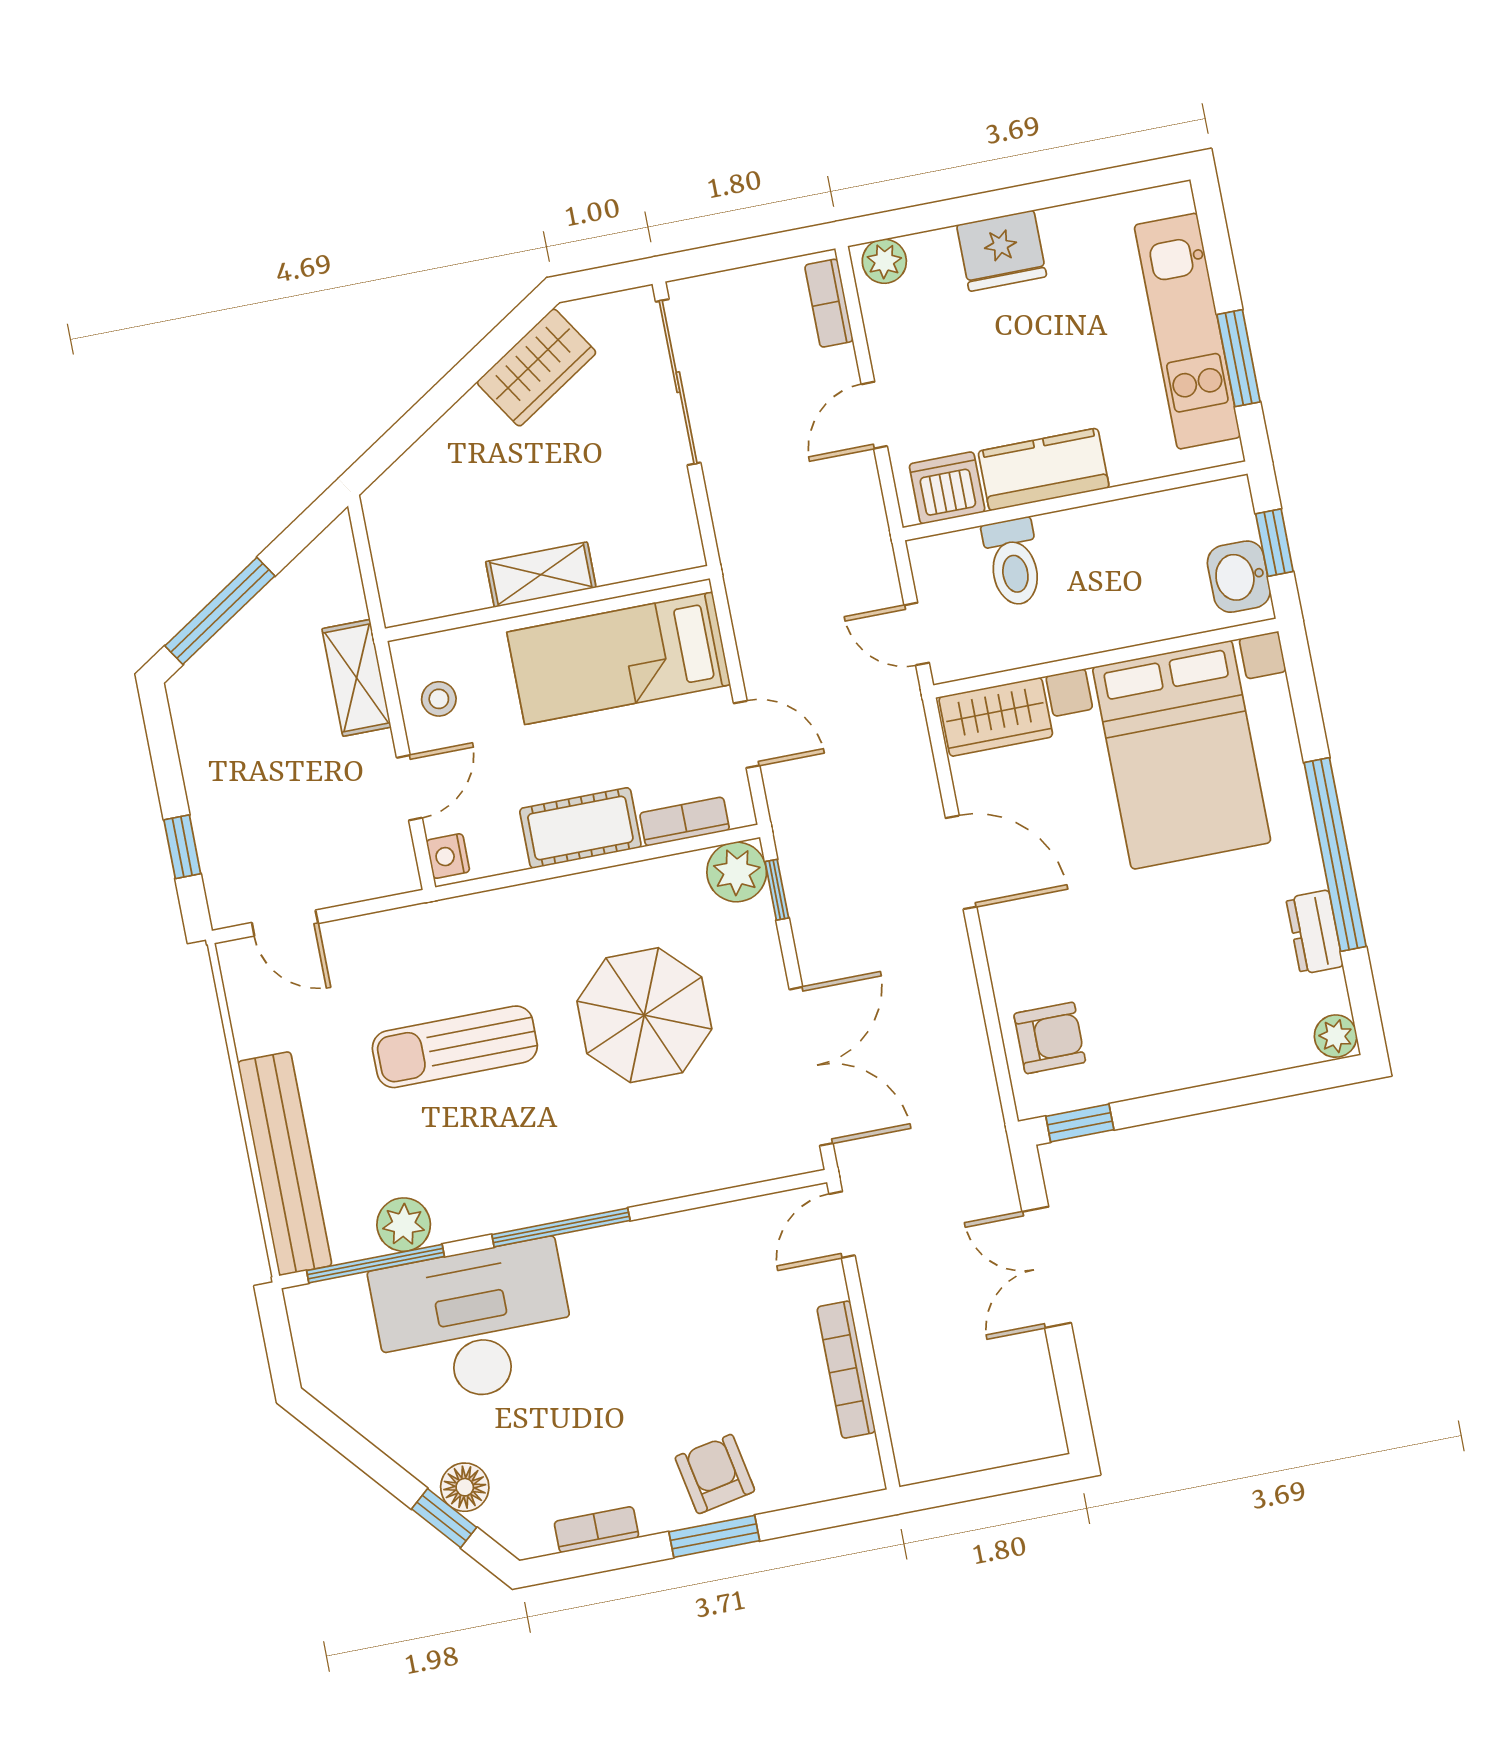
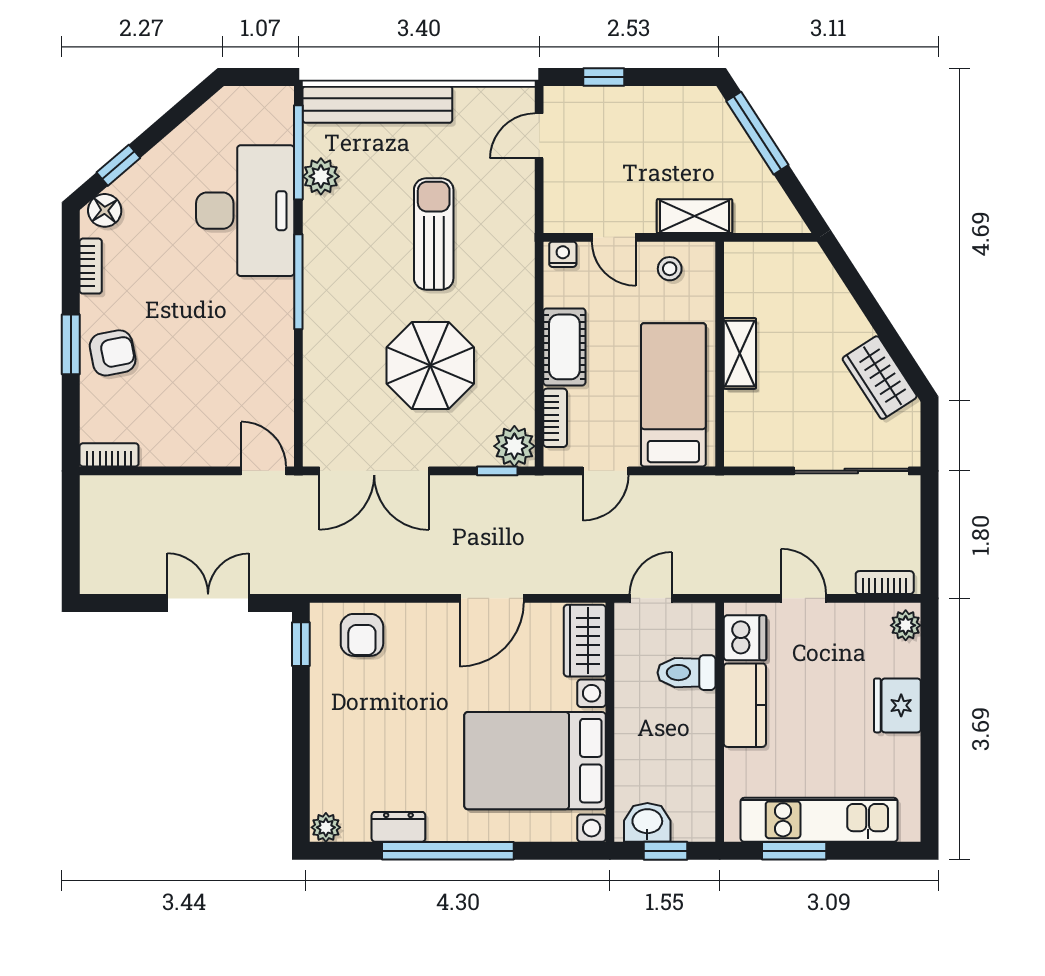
bookcase: (846, 1370) -> (109, 455), moved, width x0.64
floor lamp: (465, 1487) -> (105, 210), moved

